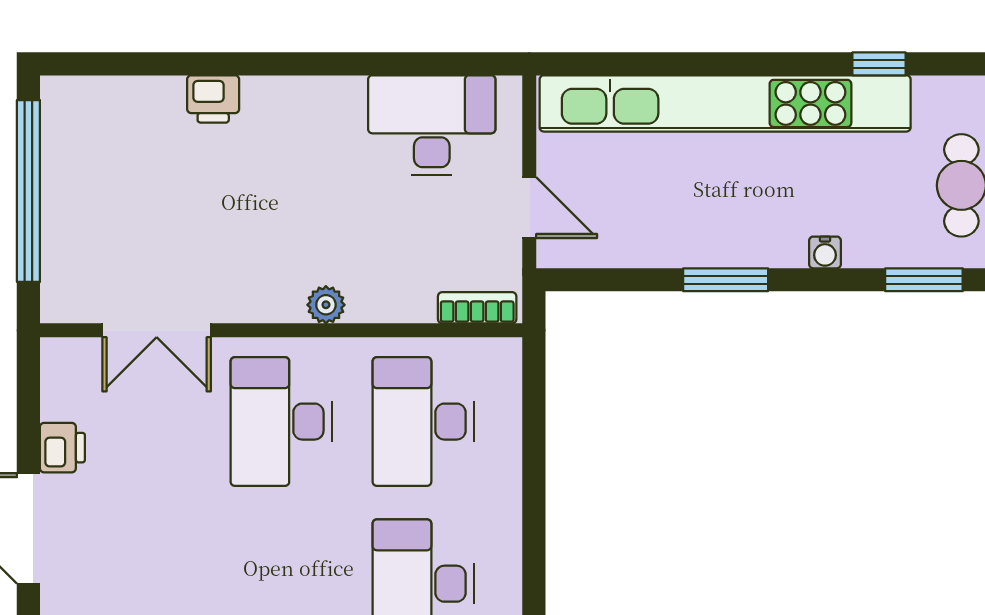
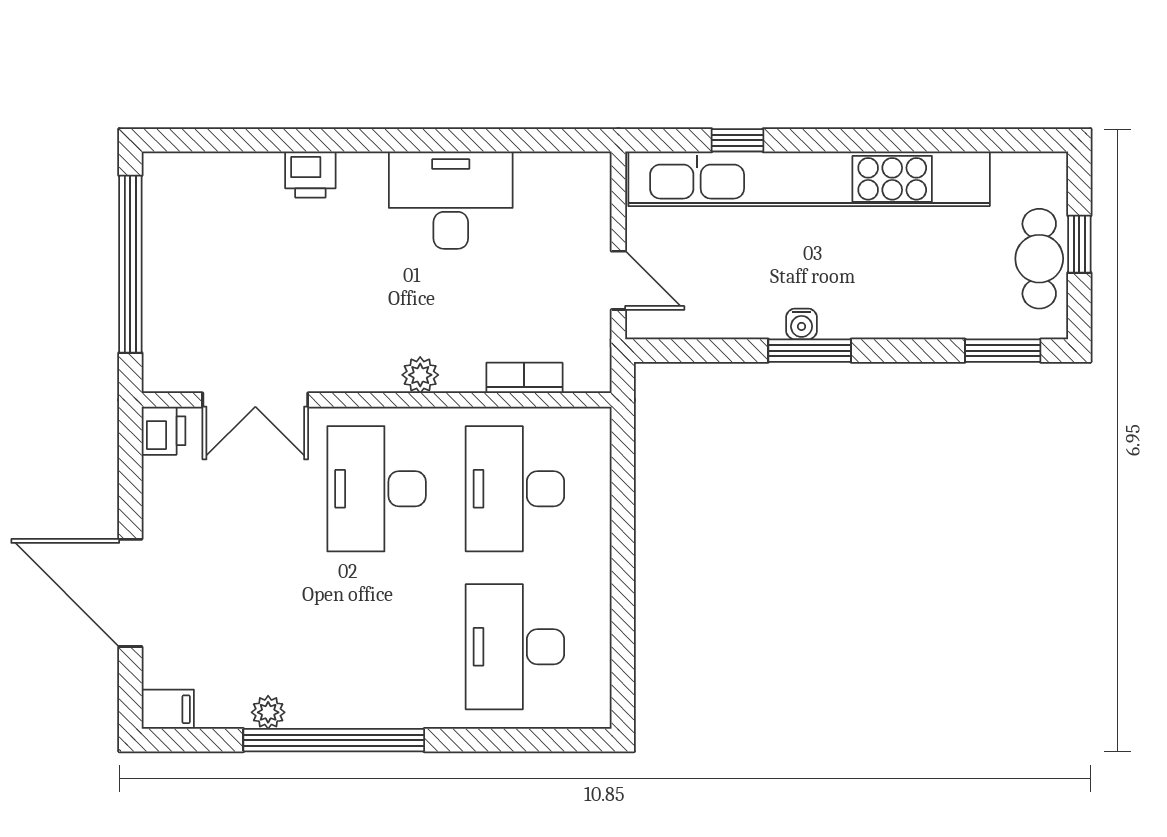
window: (879, 64) -> (737, 140), moved
desk: (432, 125) -> (451, 200), moved
water cooler: (825, 252) -> (802, 324), moved
bookcase: (477, 308) -> (524, 378), moved
printer: (62, 448) -> (163, 431), moved

